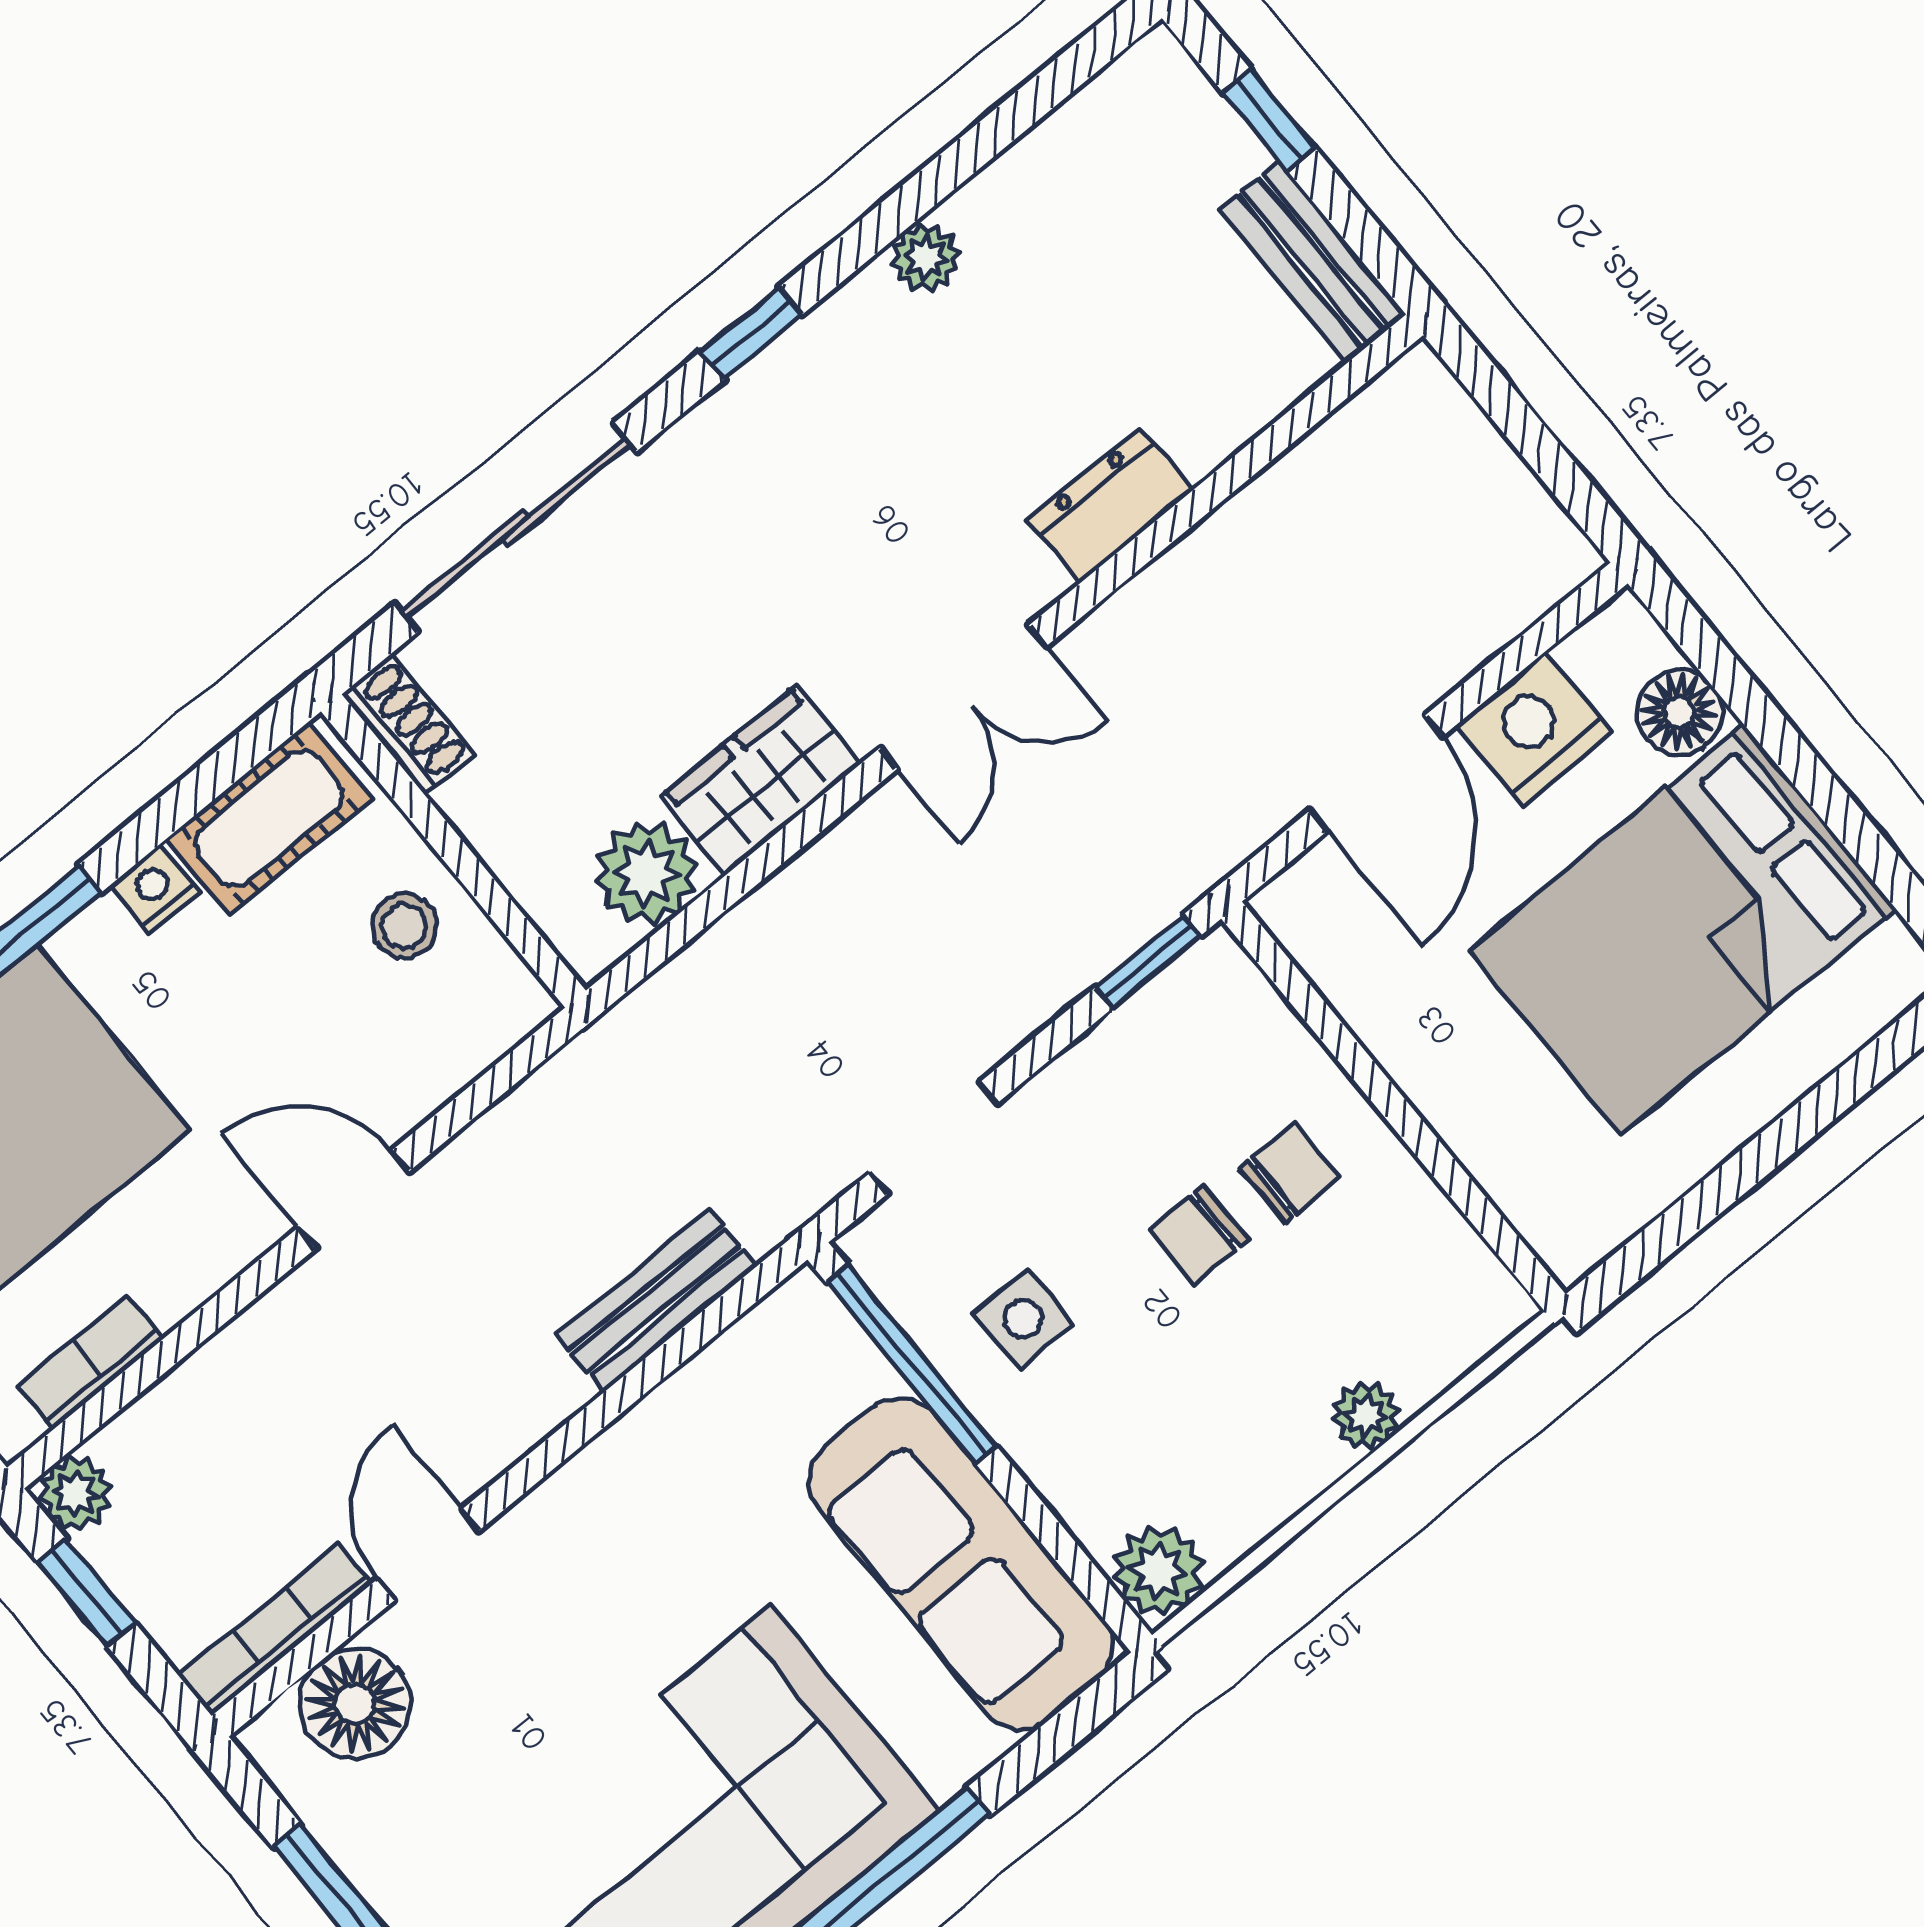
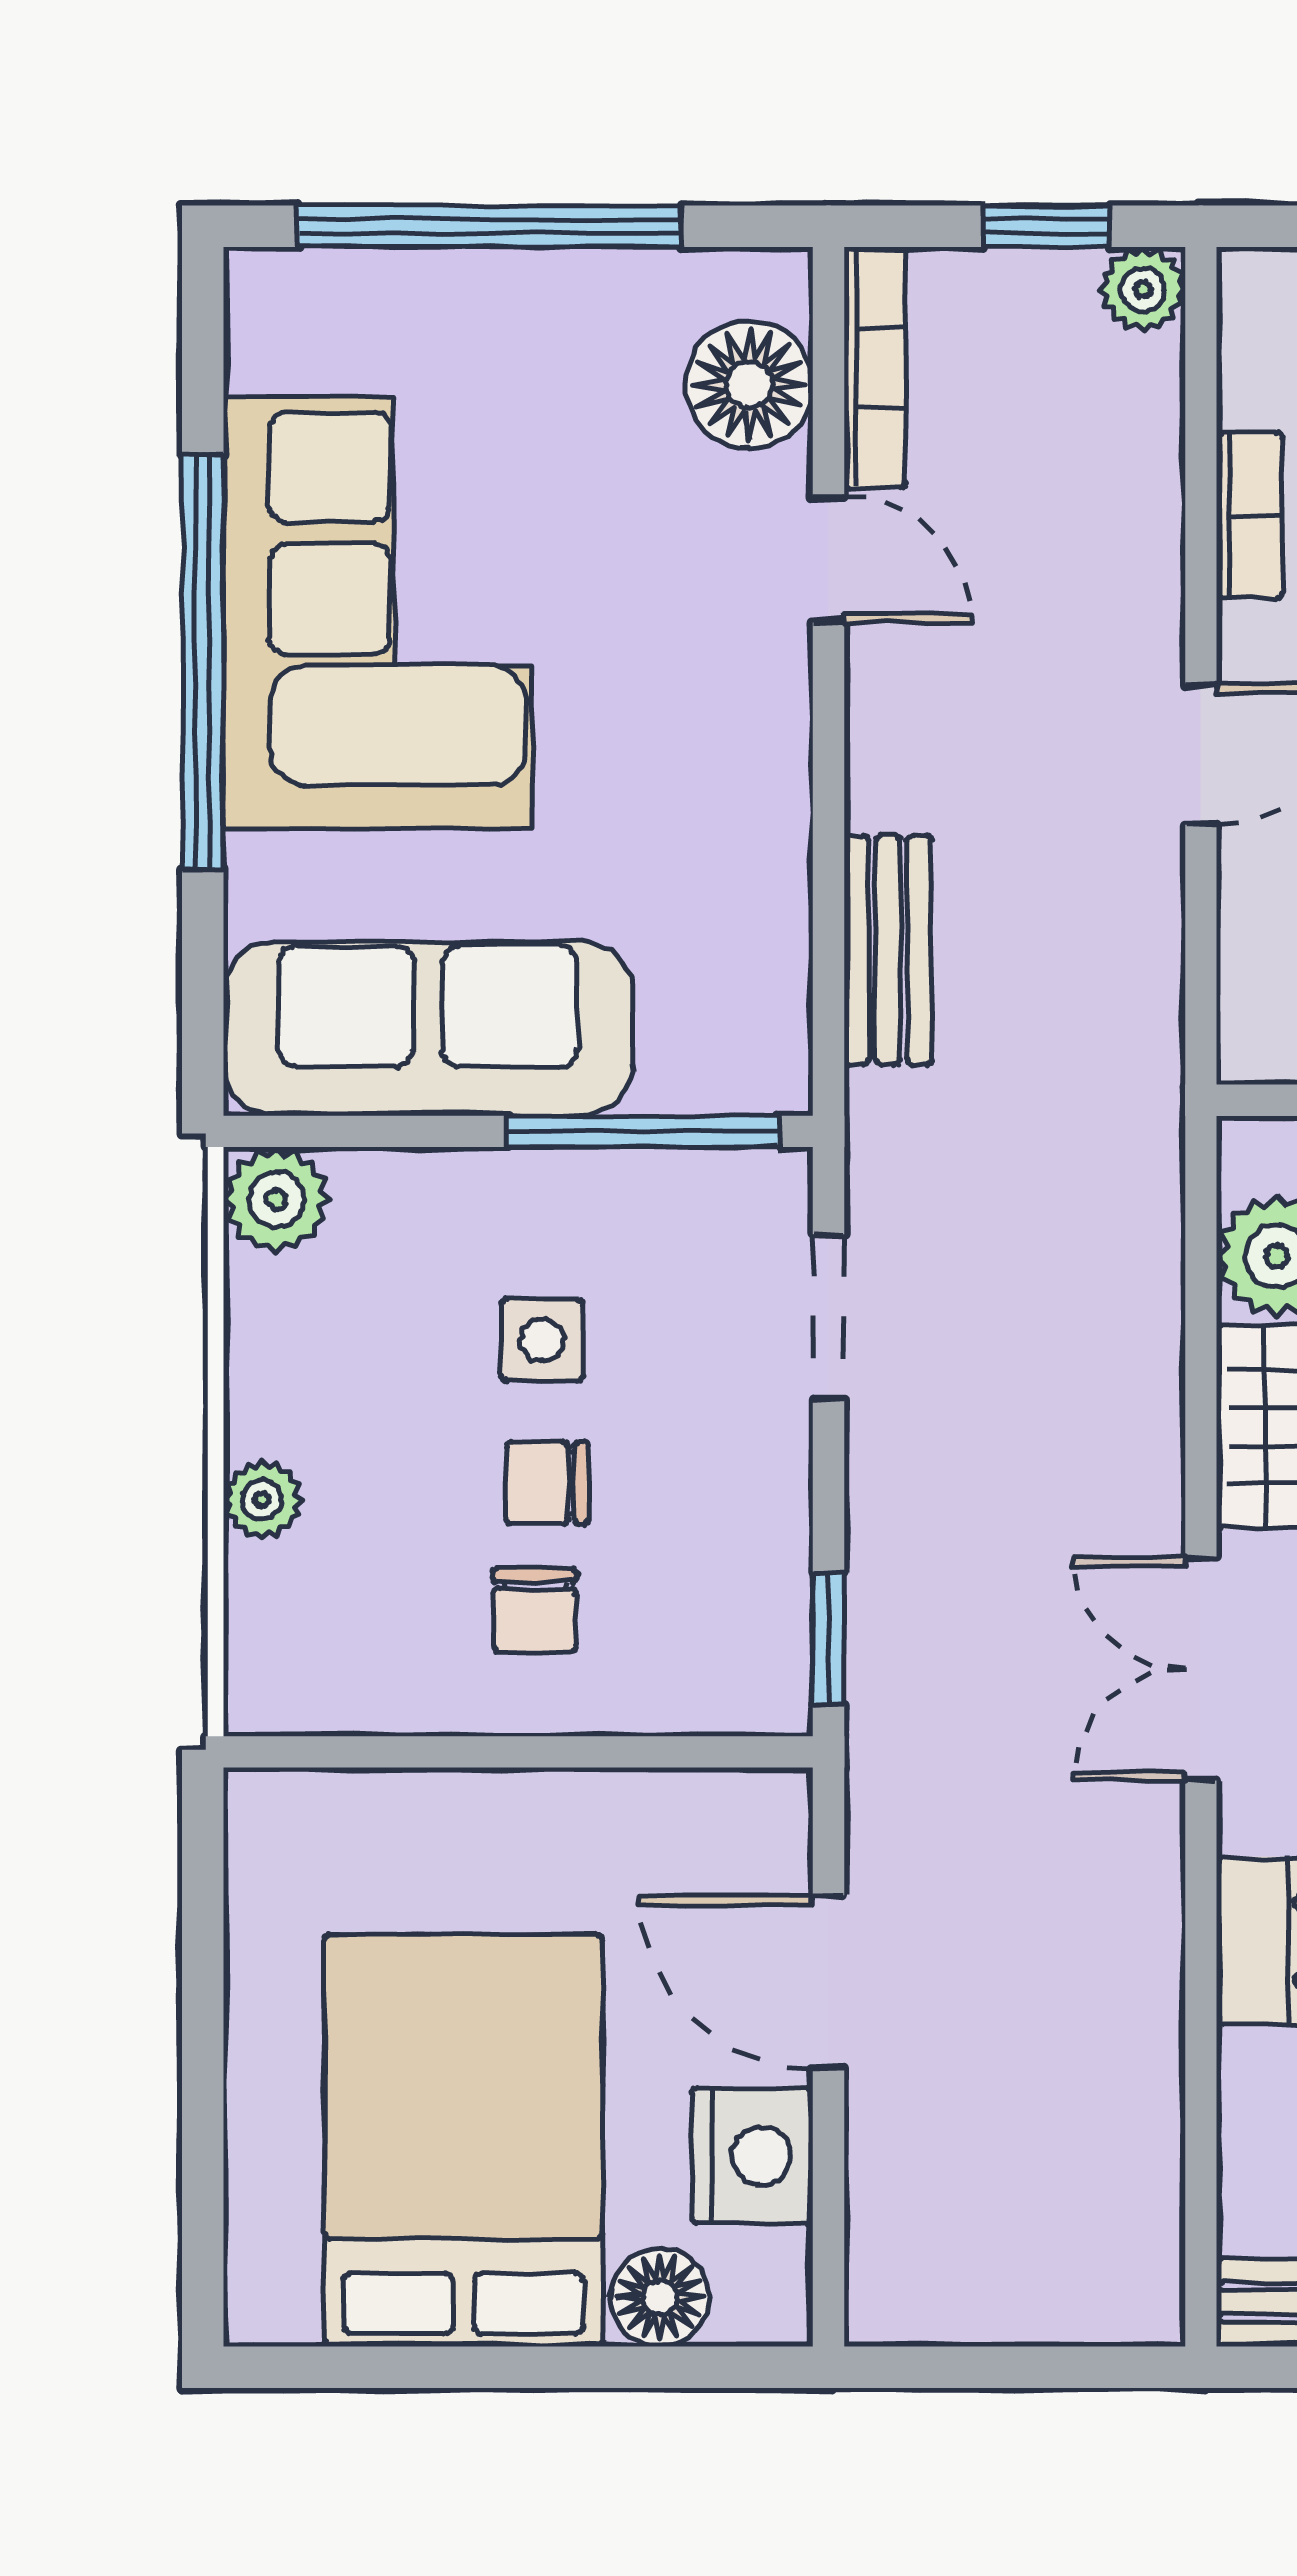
chair: (1198, 1235) -> (547, 1483), turned -90
side table: (1023, 1319) -> (542, 1340), moved
bookcase: (90, 1363) -> (1249, 515), moved

